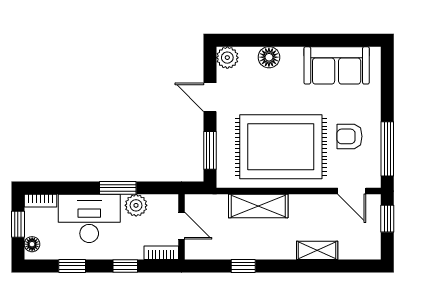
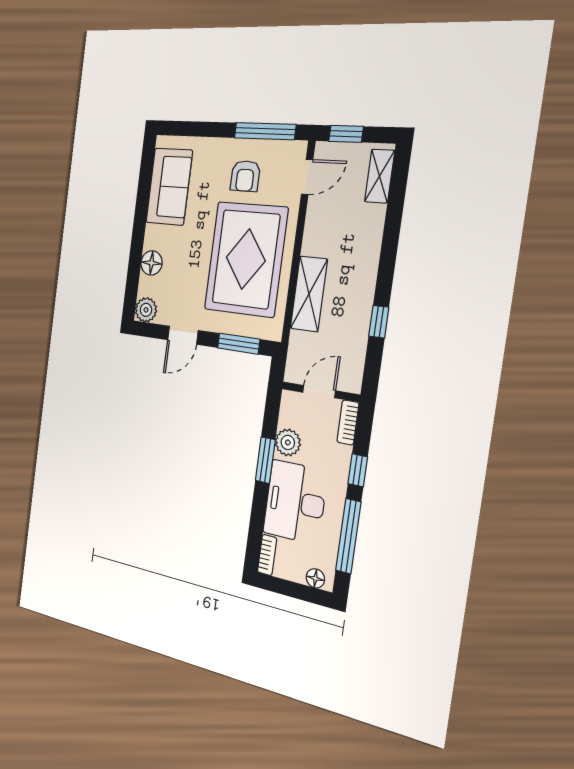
window: (18, 224) -> (290, 589), removed
shelving: (317, 250) -> (380, 176), moved
window: (72, 266) -> (348, 536), width x2.17

